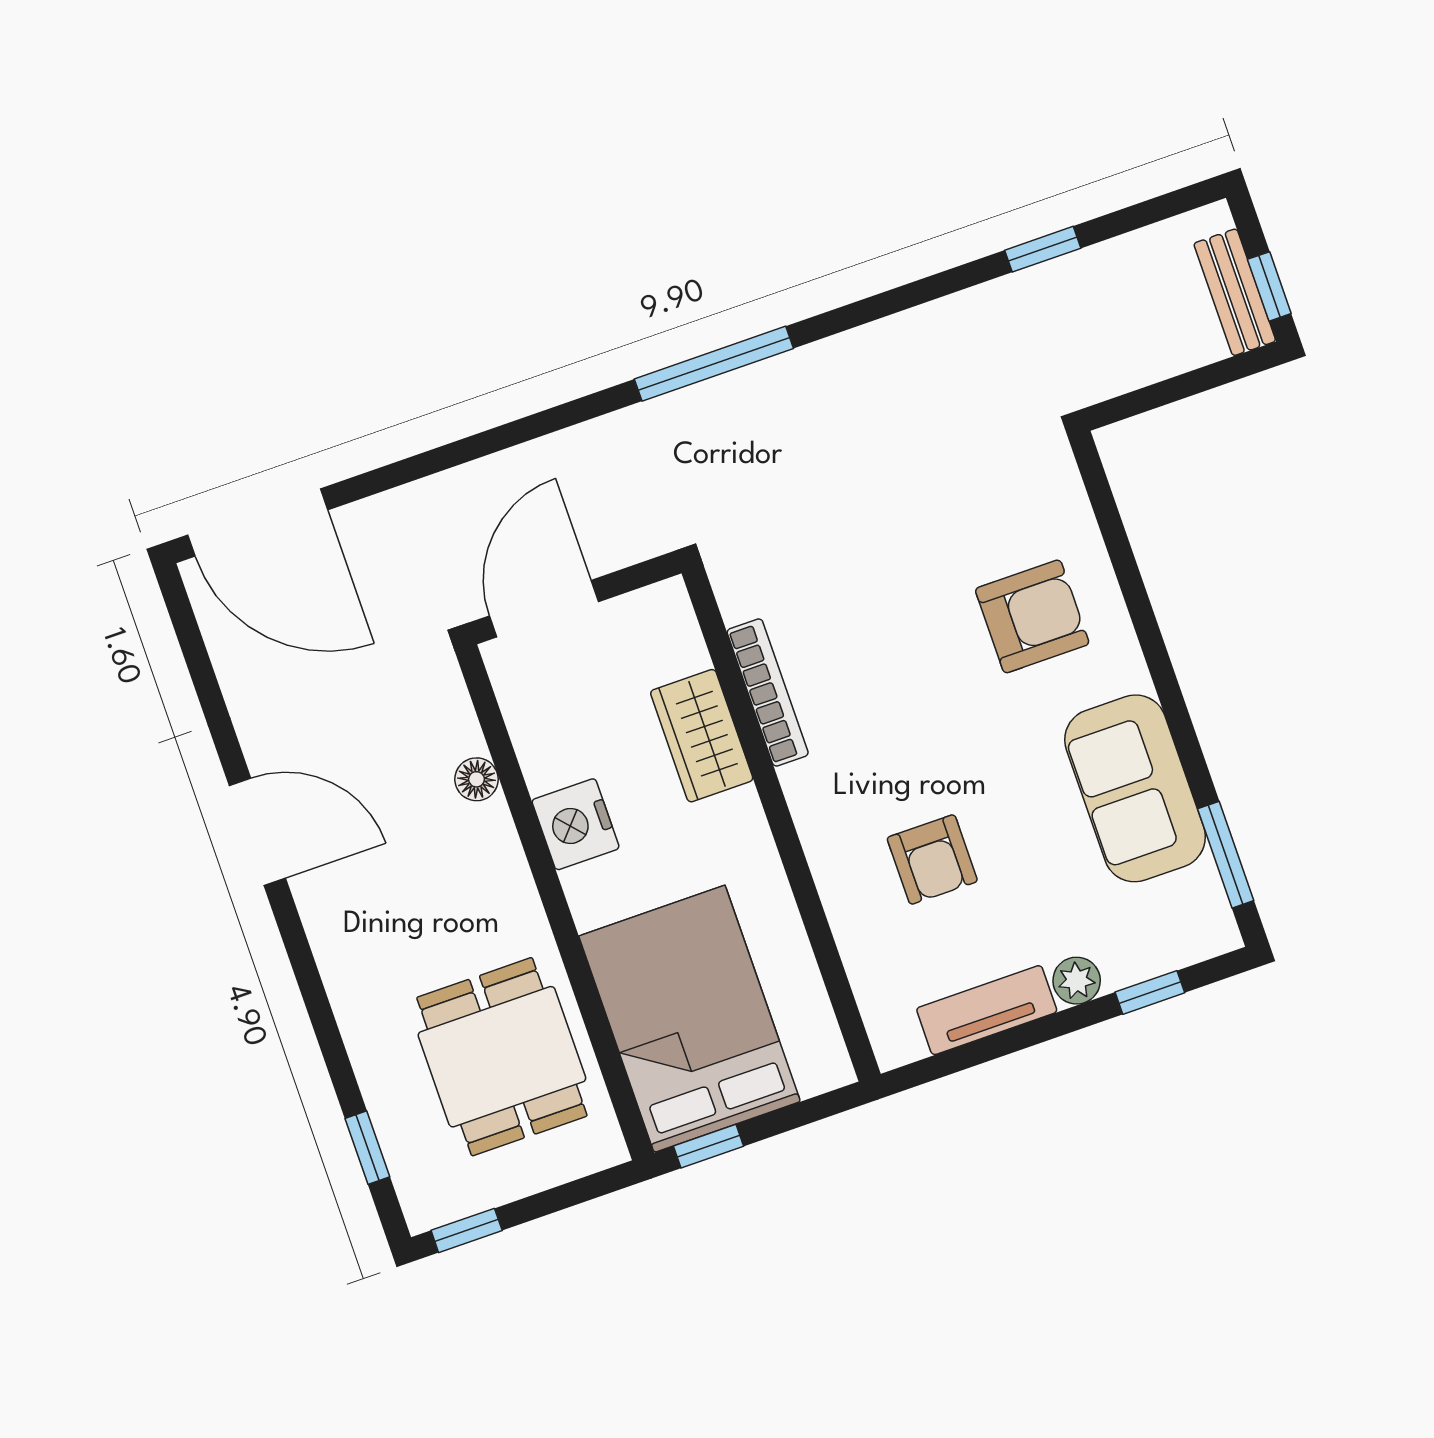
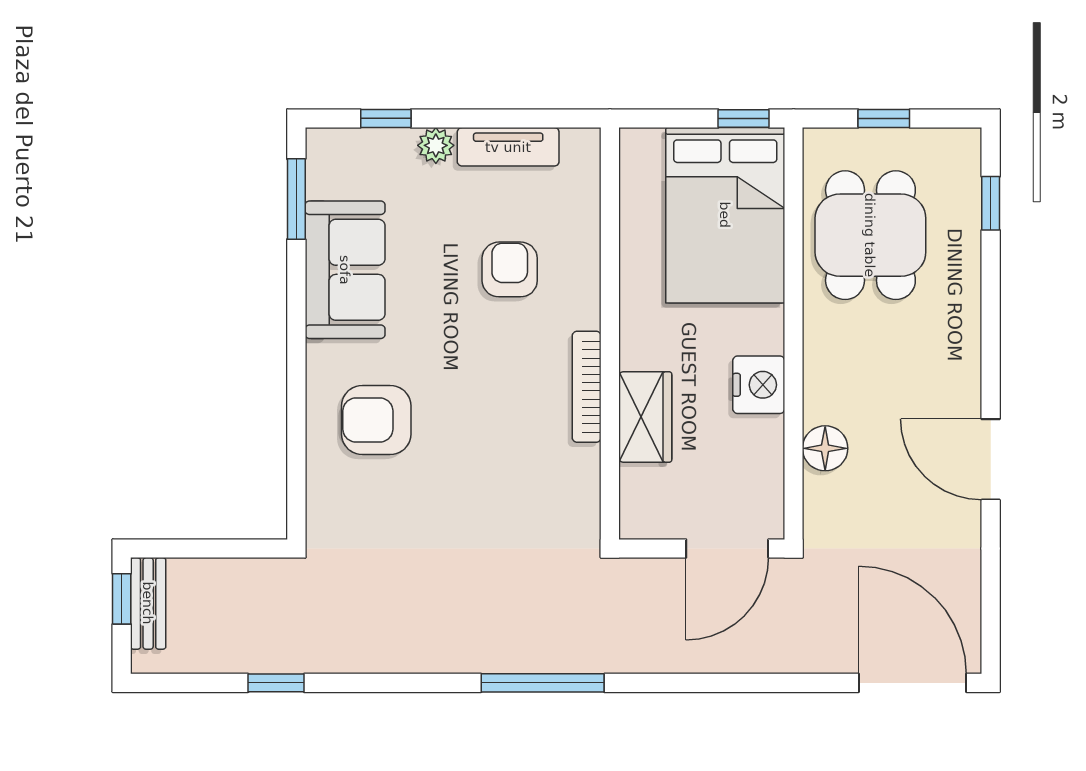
bookcase: (768, 692) -> (587, 387), moved
floor lamp: (477, 779) -> (825, 448), width x1.37, depth x1.37
window: (467, 1230) -> (884, 118), moved

